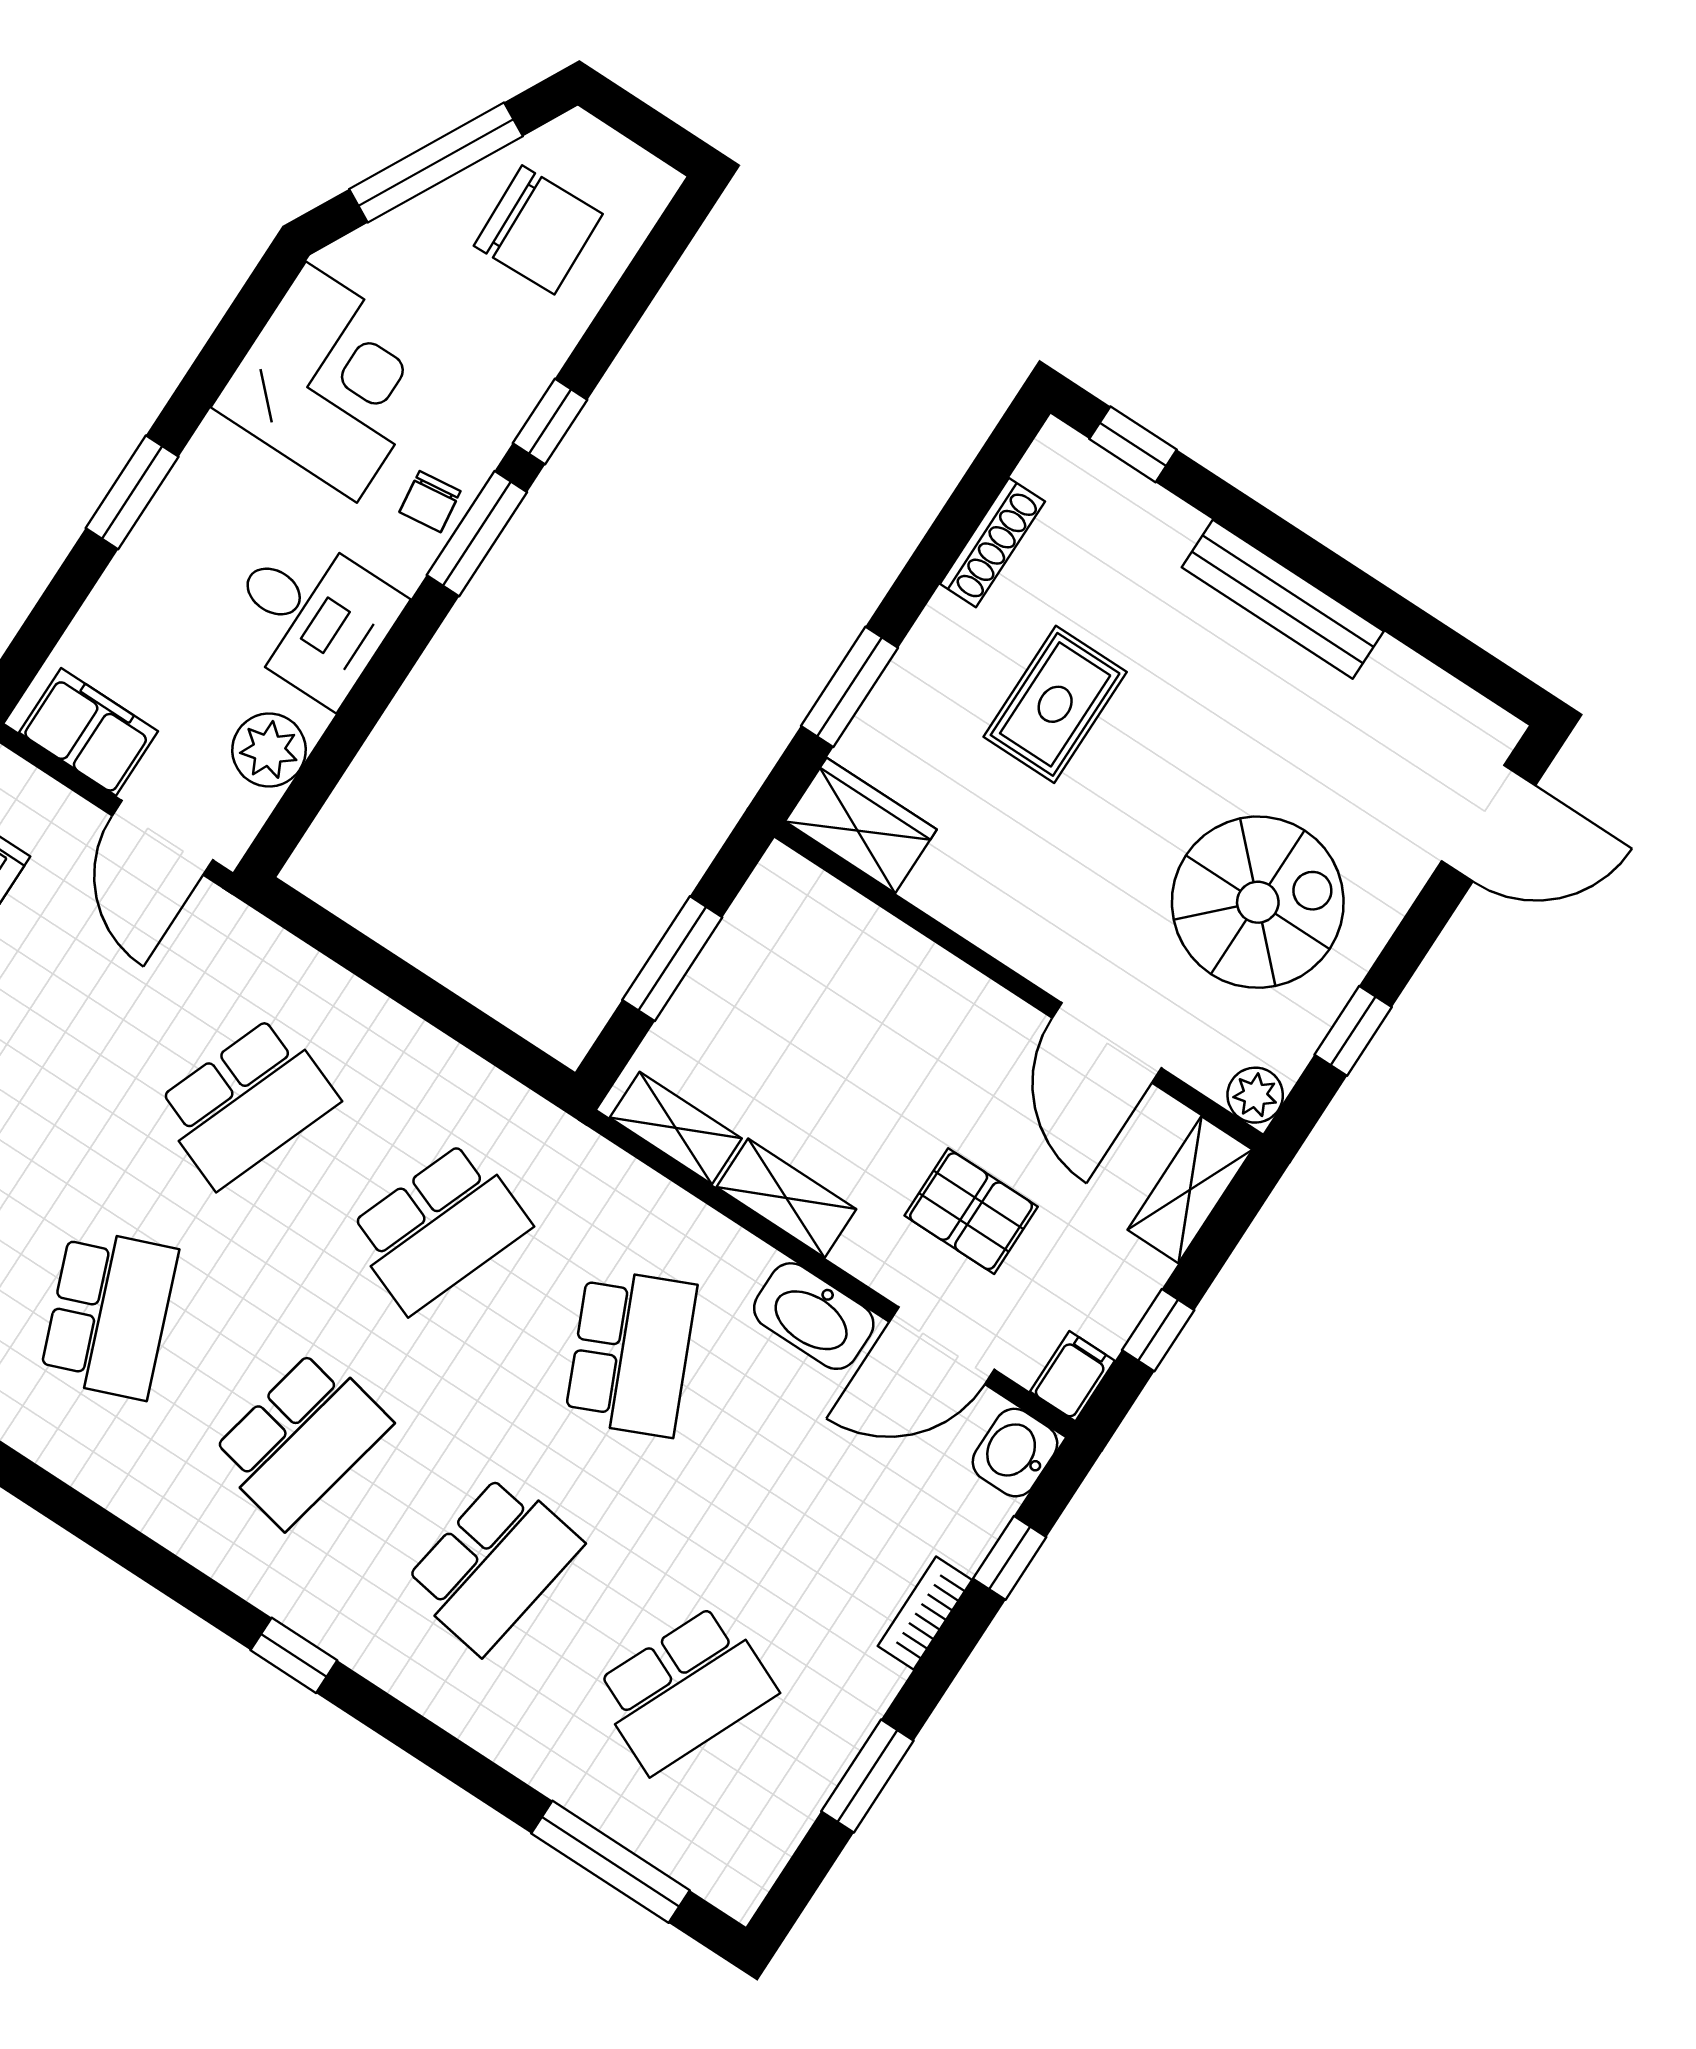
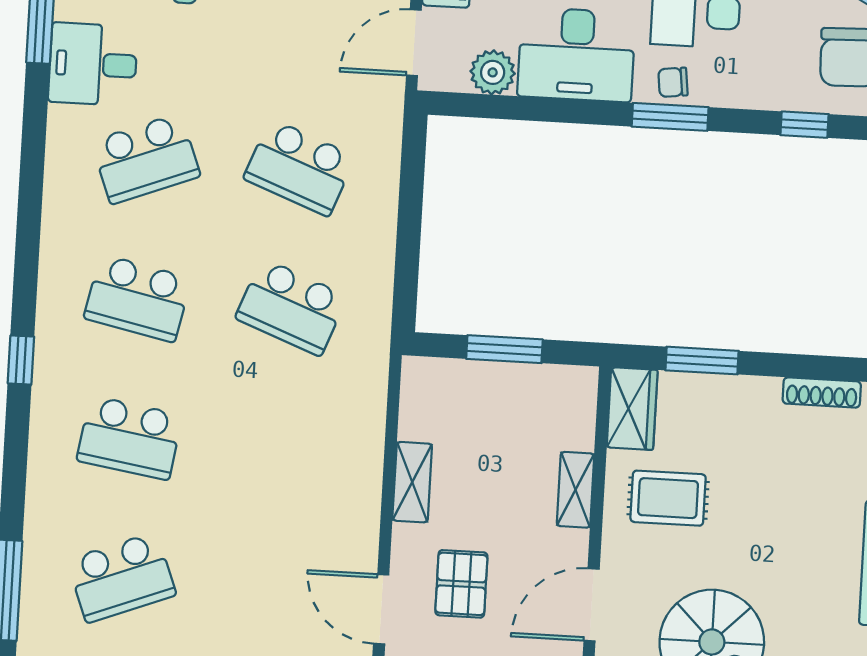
window: (550, 422) -> (804, 125), moved
desk: (312, 616) -> (576, 55), width x1.37
rug: (1055, 704) -> (668, 498), moved
shelving: (676, 1128) -> (575, 490), moved
washbasin: (814, 1316) -> (358, 532), removed
school desk: (631, 1353) -> (283, 447), removed
school desk: (685, 1689) -> (122, 577), turned -45

